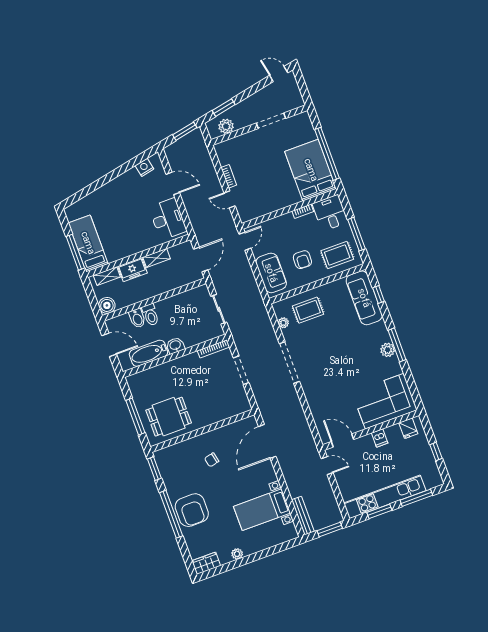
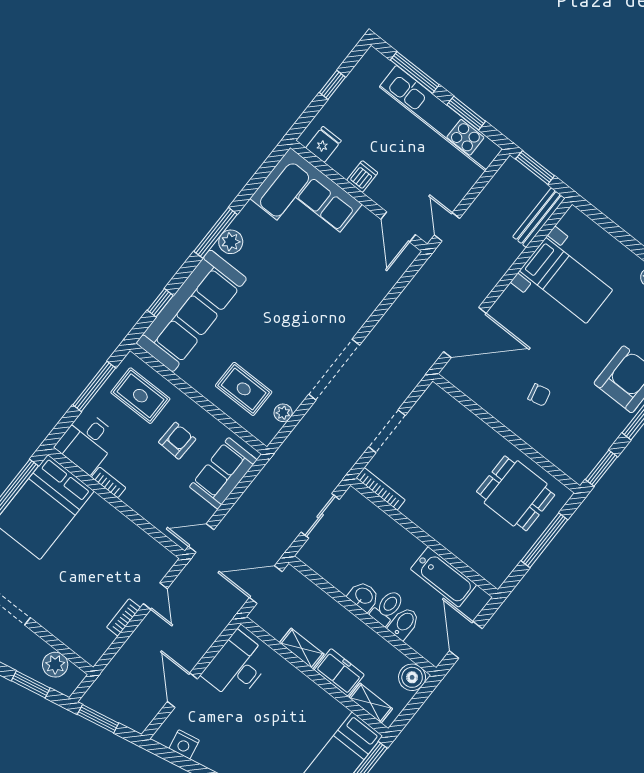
sofa: (364, 298) -> (191, 311), width x1.36, depth x1.27
washbasin: (175, 345) -> (364, 596), moved, turned 180

